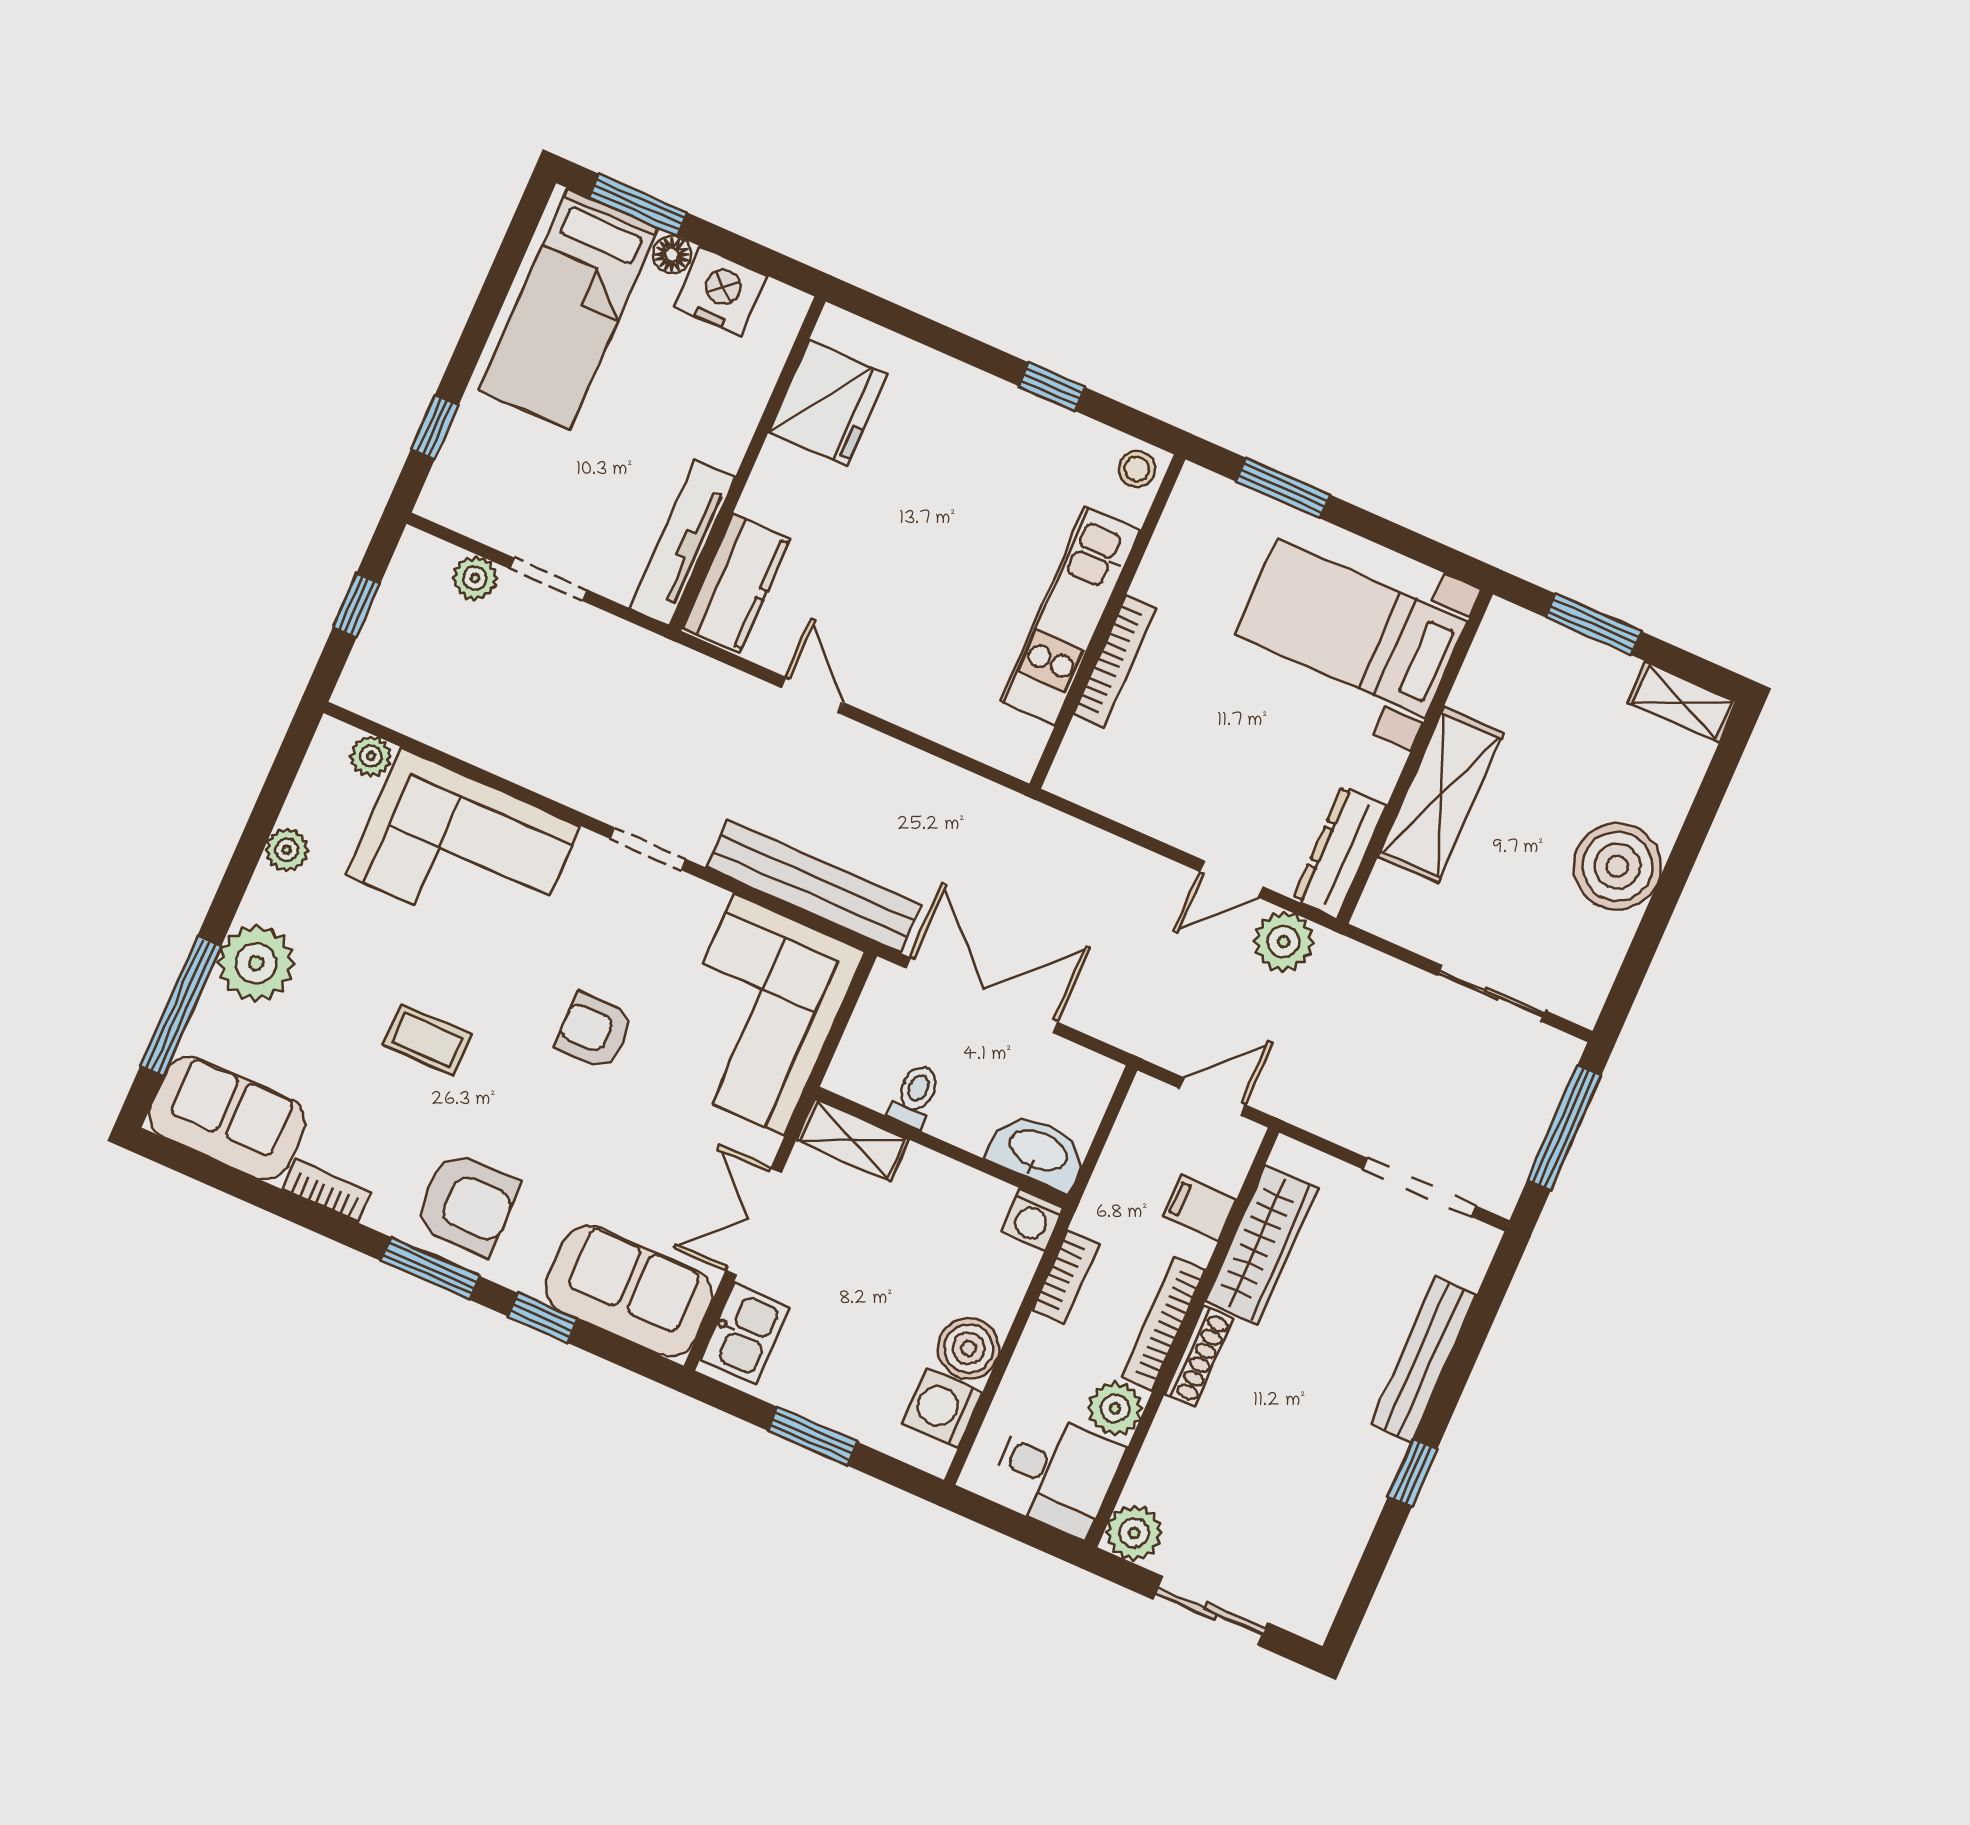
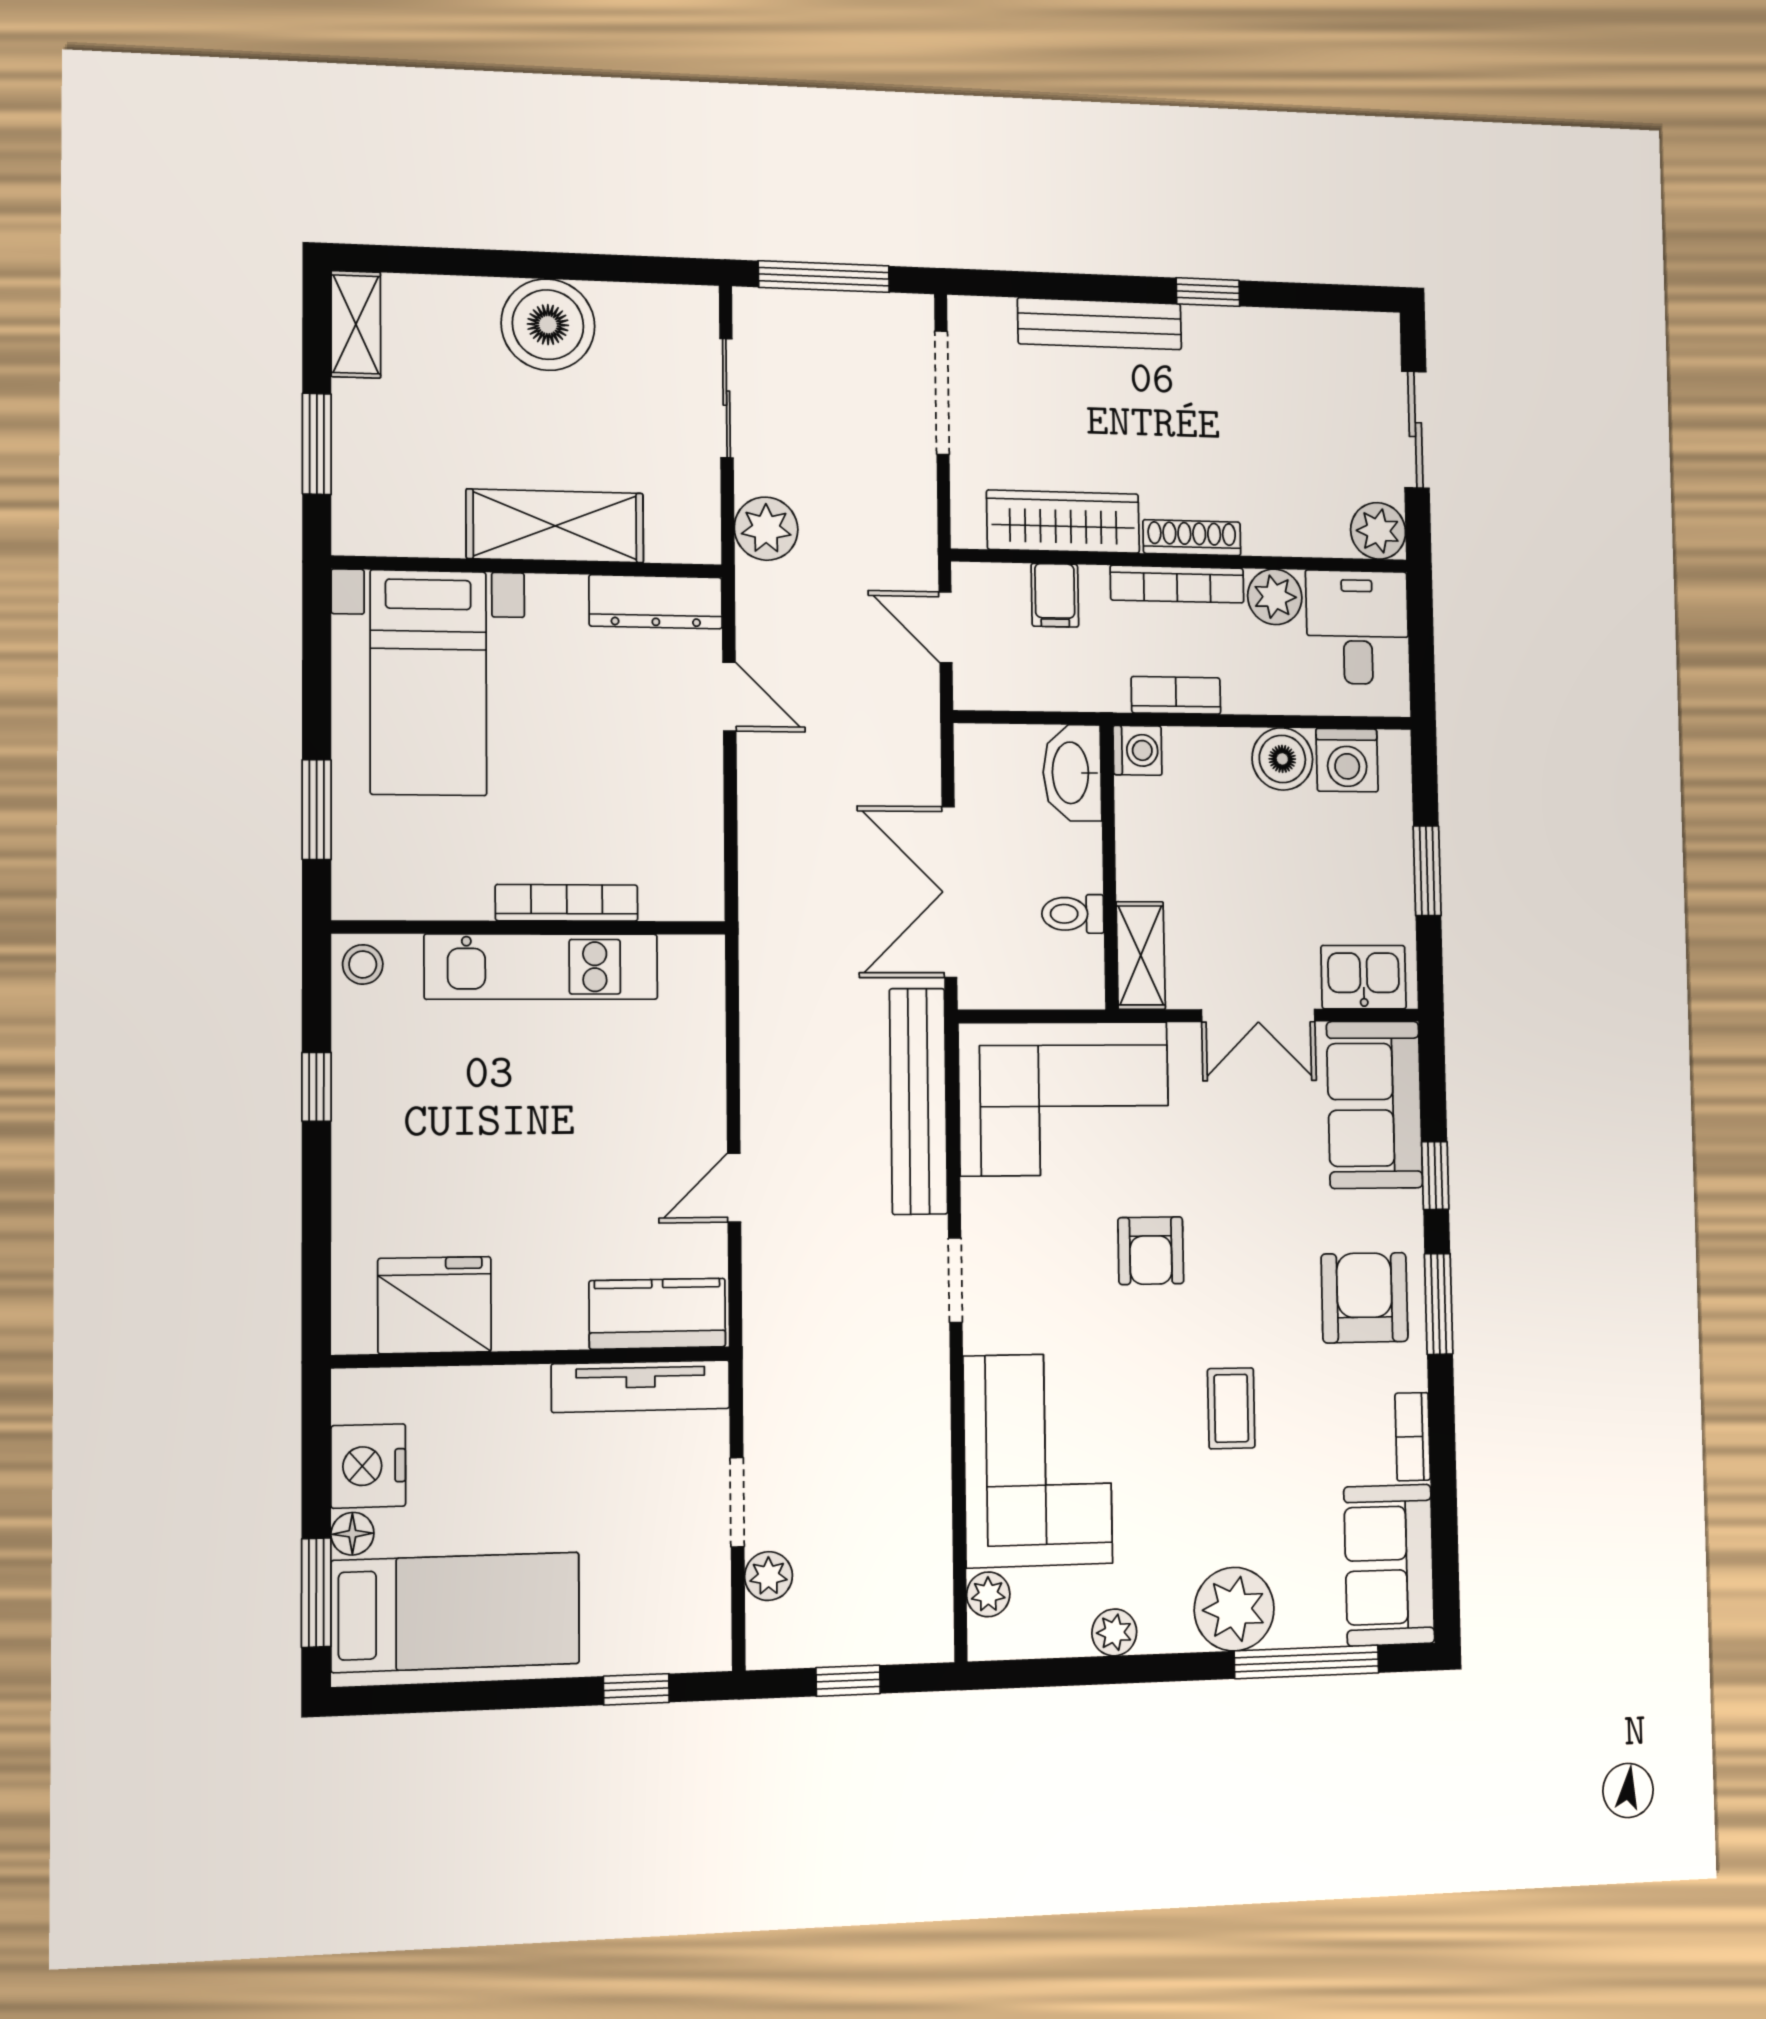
plant: (1284, 942) -> (766, 529), moved

